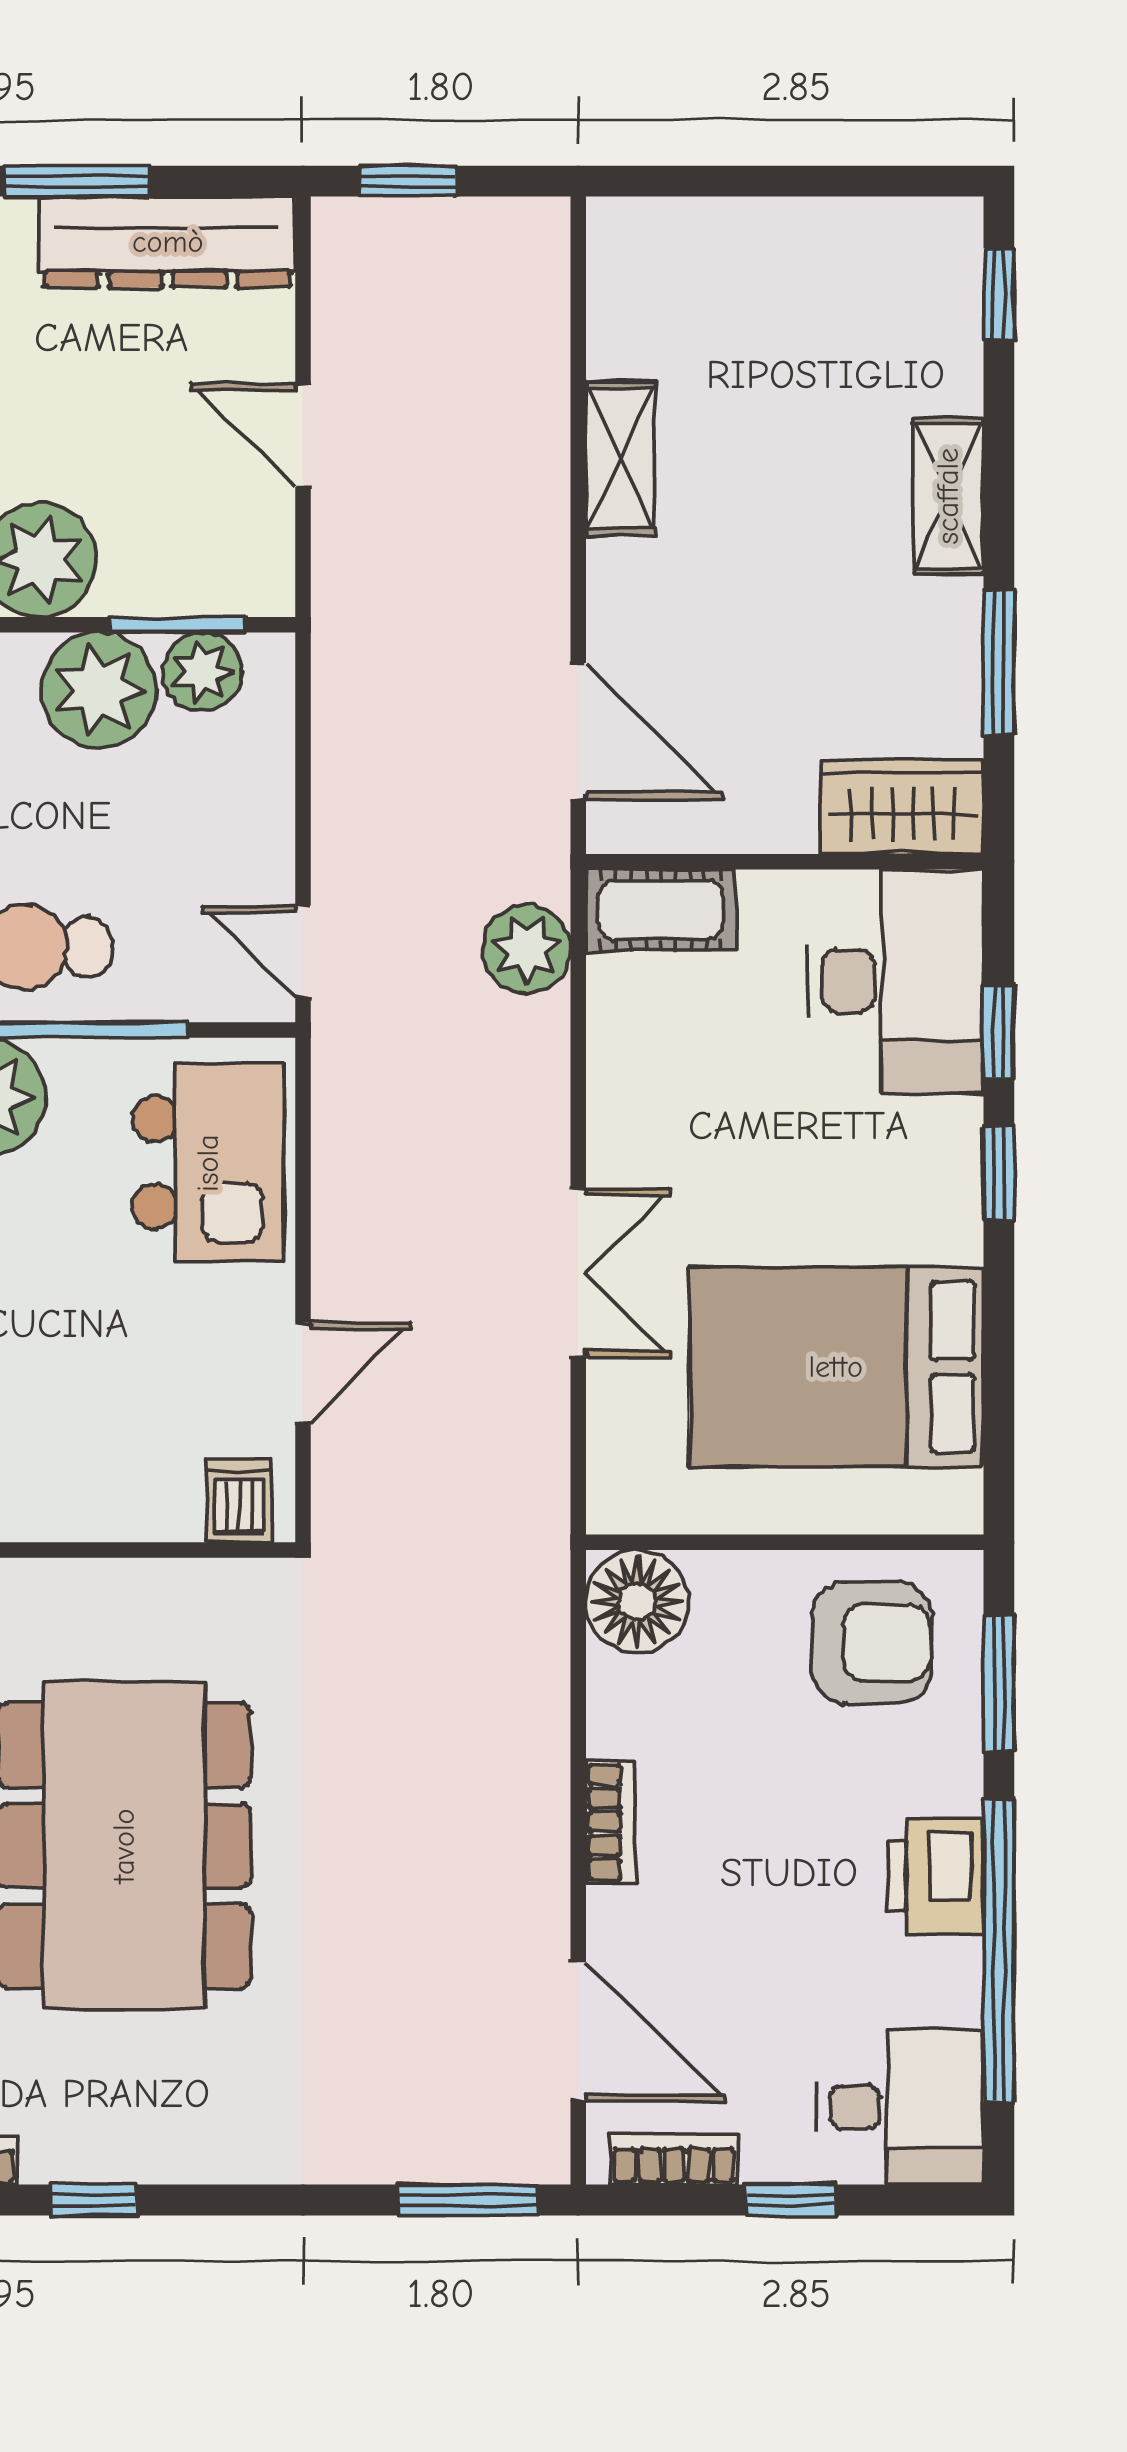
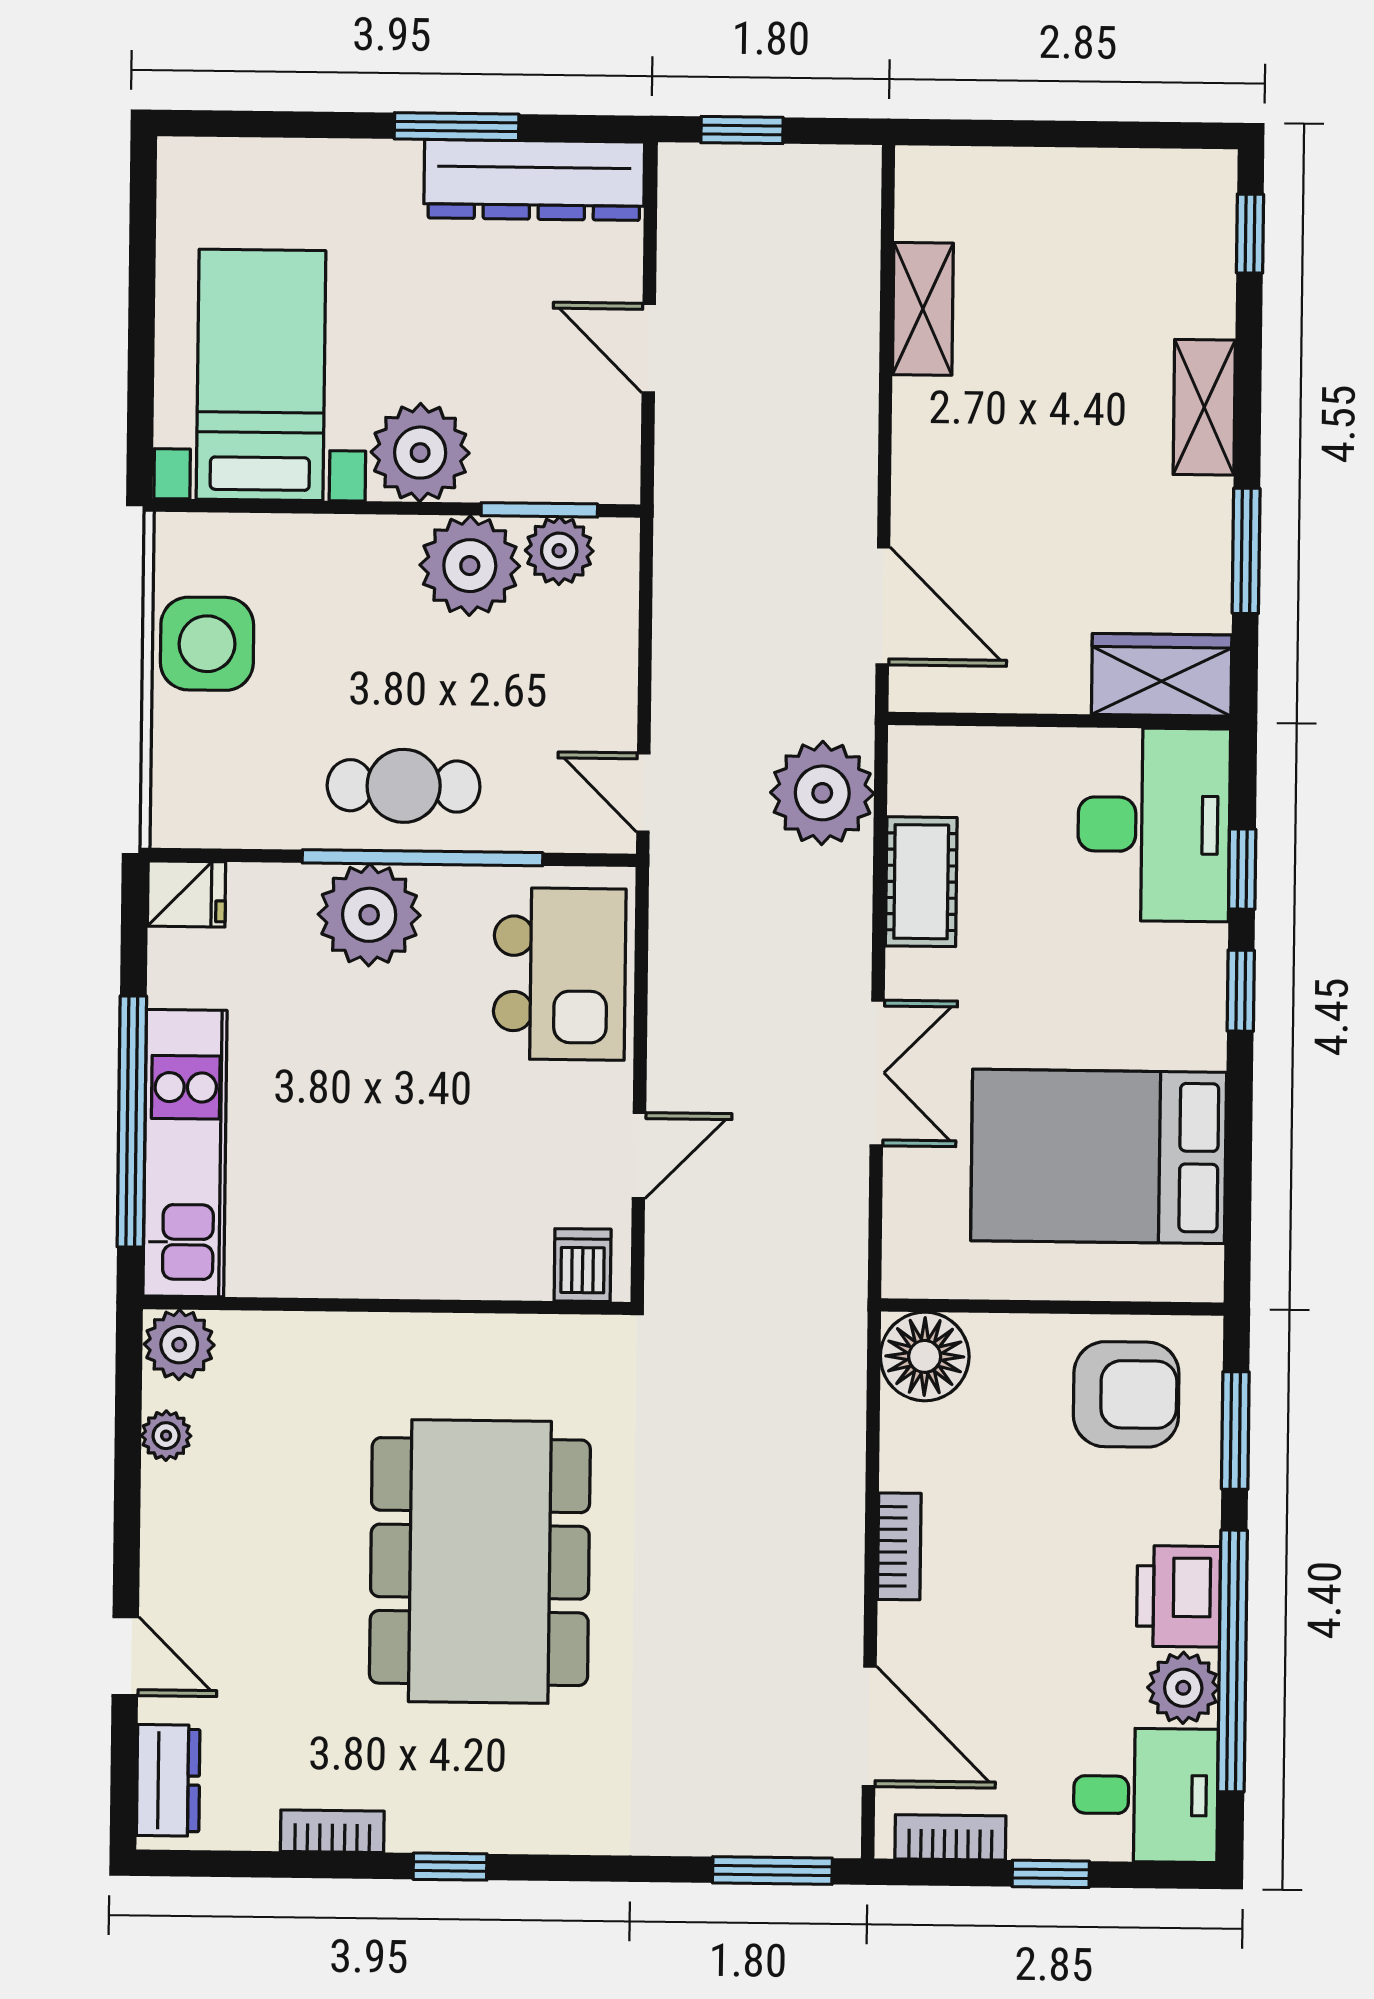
shelving: (620, 458) -> (923, 309), moved
cot: (661, 910) -> (921, 882), moved, turned 90
plant: (526, 949) -> (822, 793), width x1.36, depth x1.36
plant: (942, 1982) -> (1183, 1688), added

